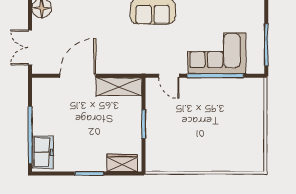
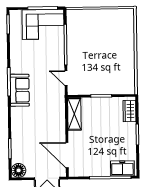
corner sofa: (217, 53) -> (43, 24), moved, turned -90
door: (78, 76) -> (67, 155), moved
door: (169, 76) -> (66, 78), swing flipped

